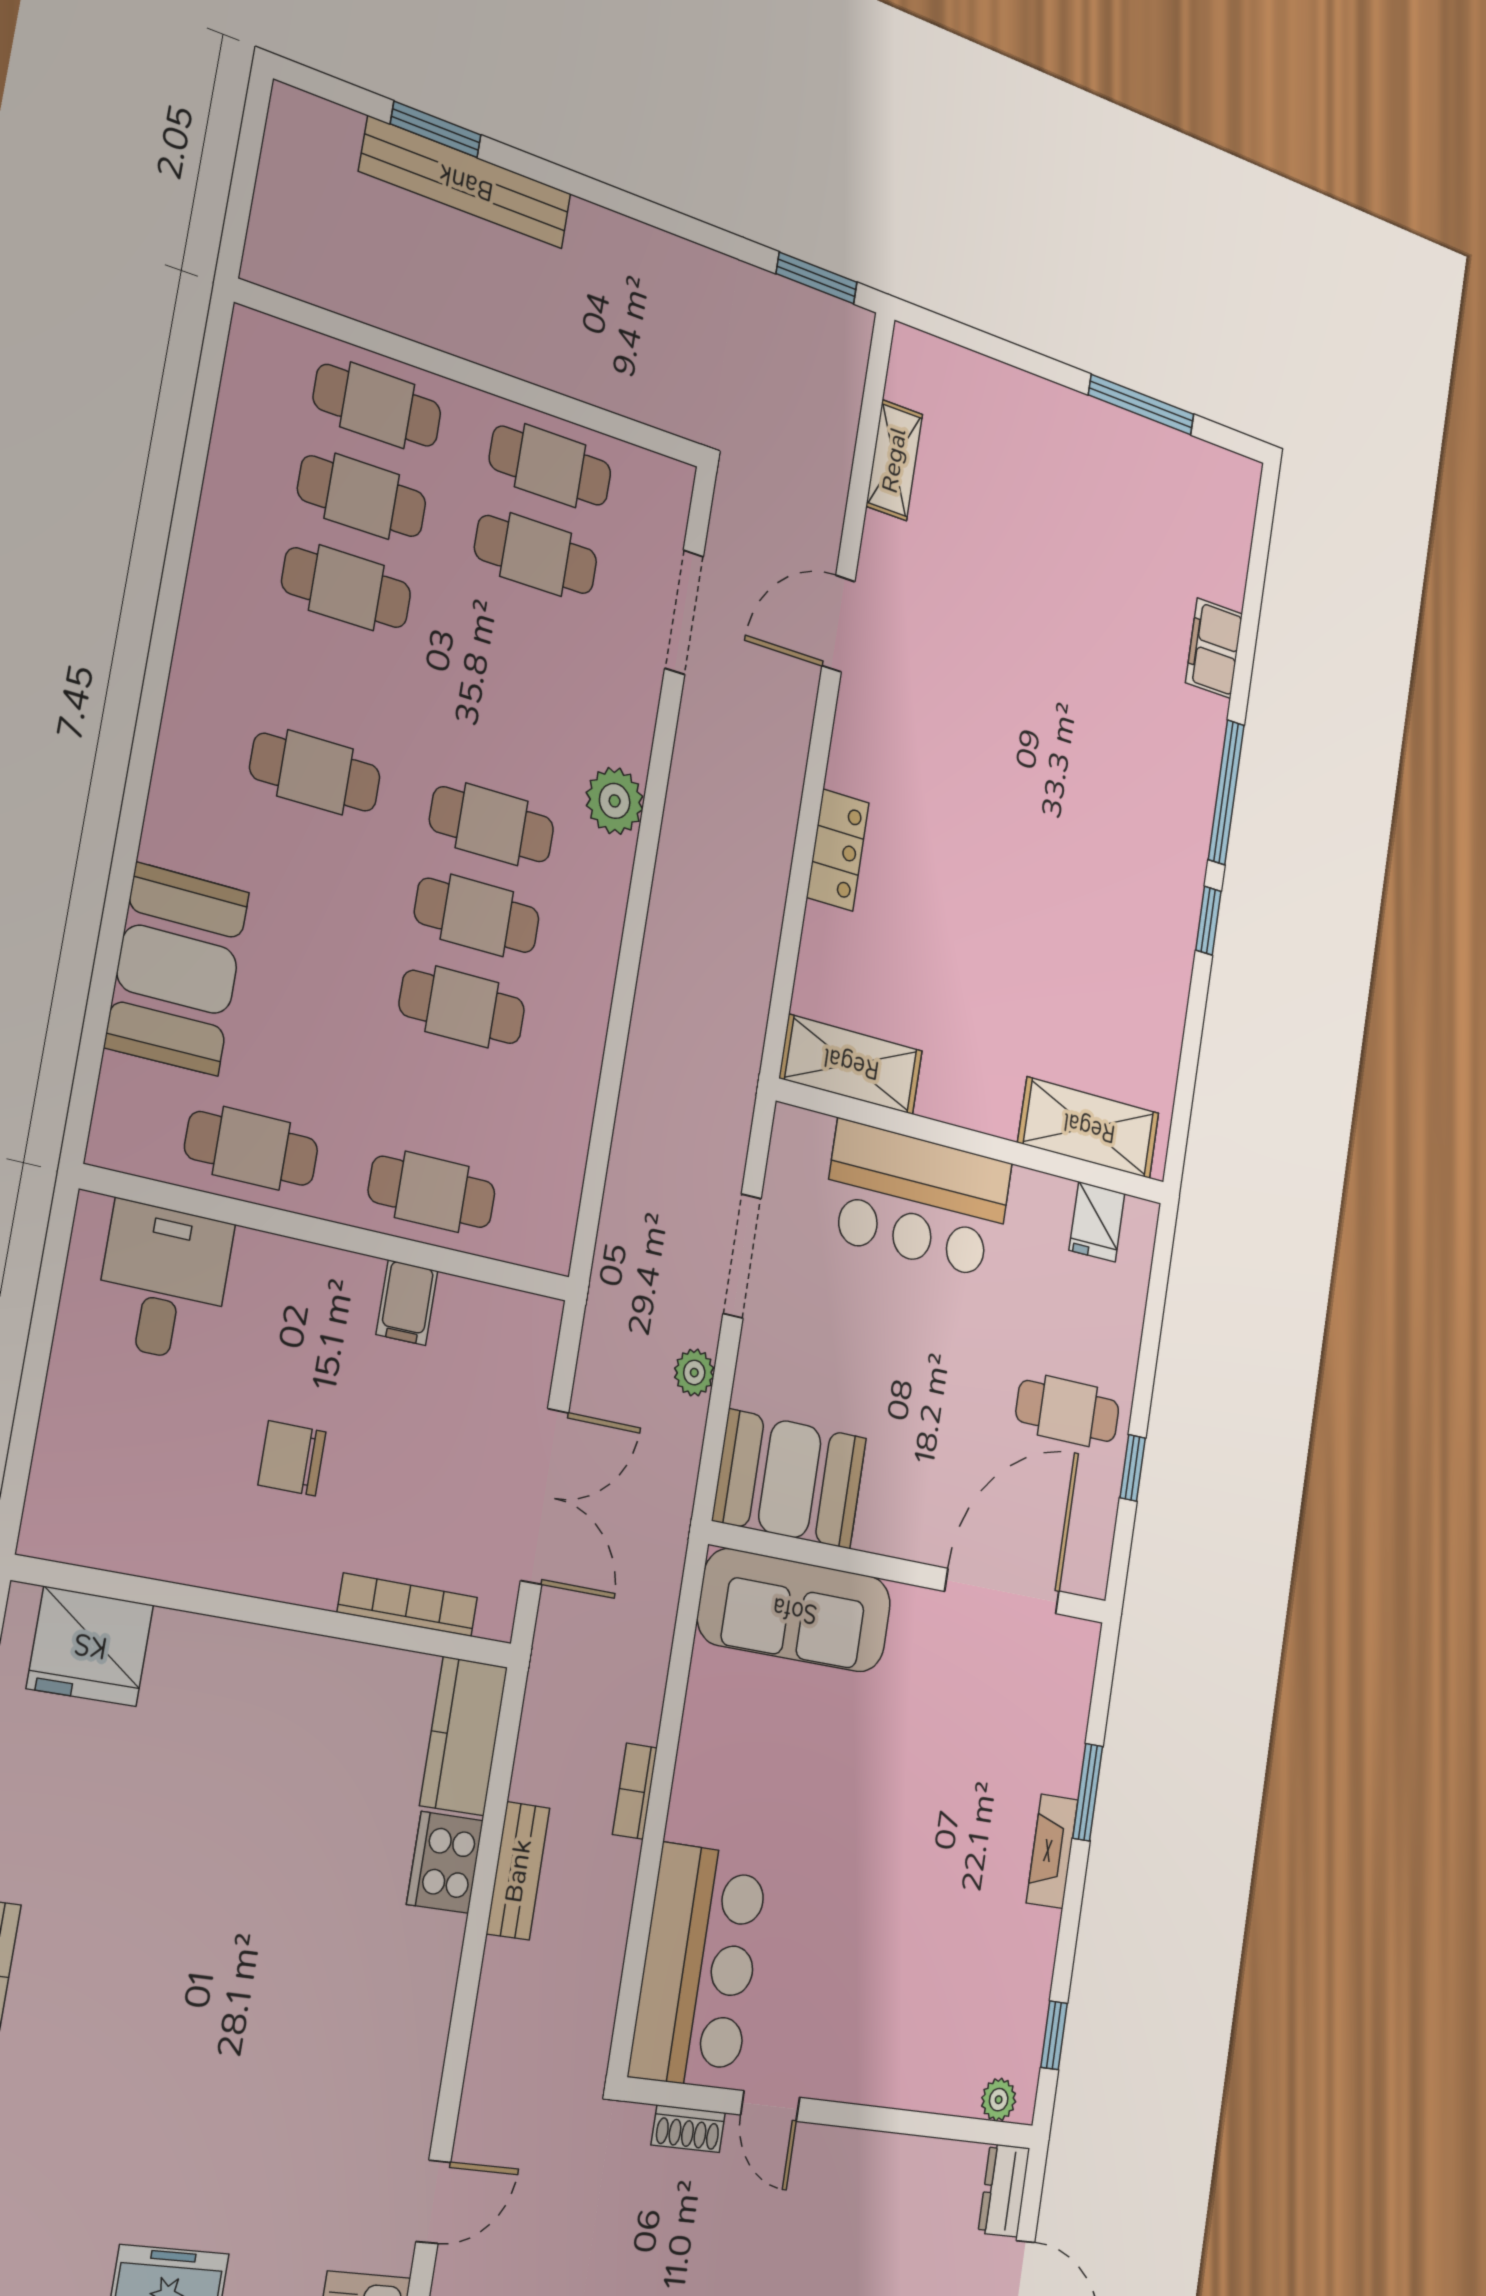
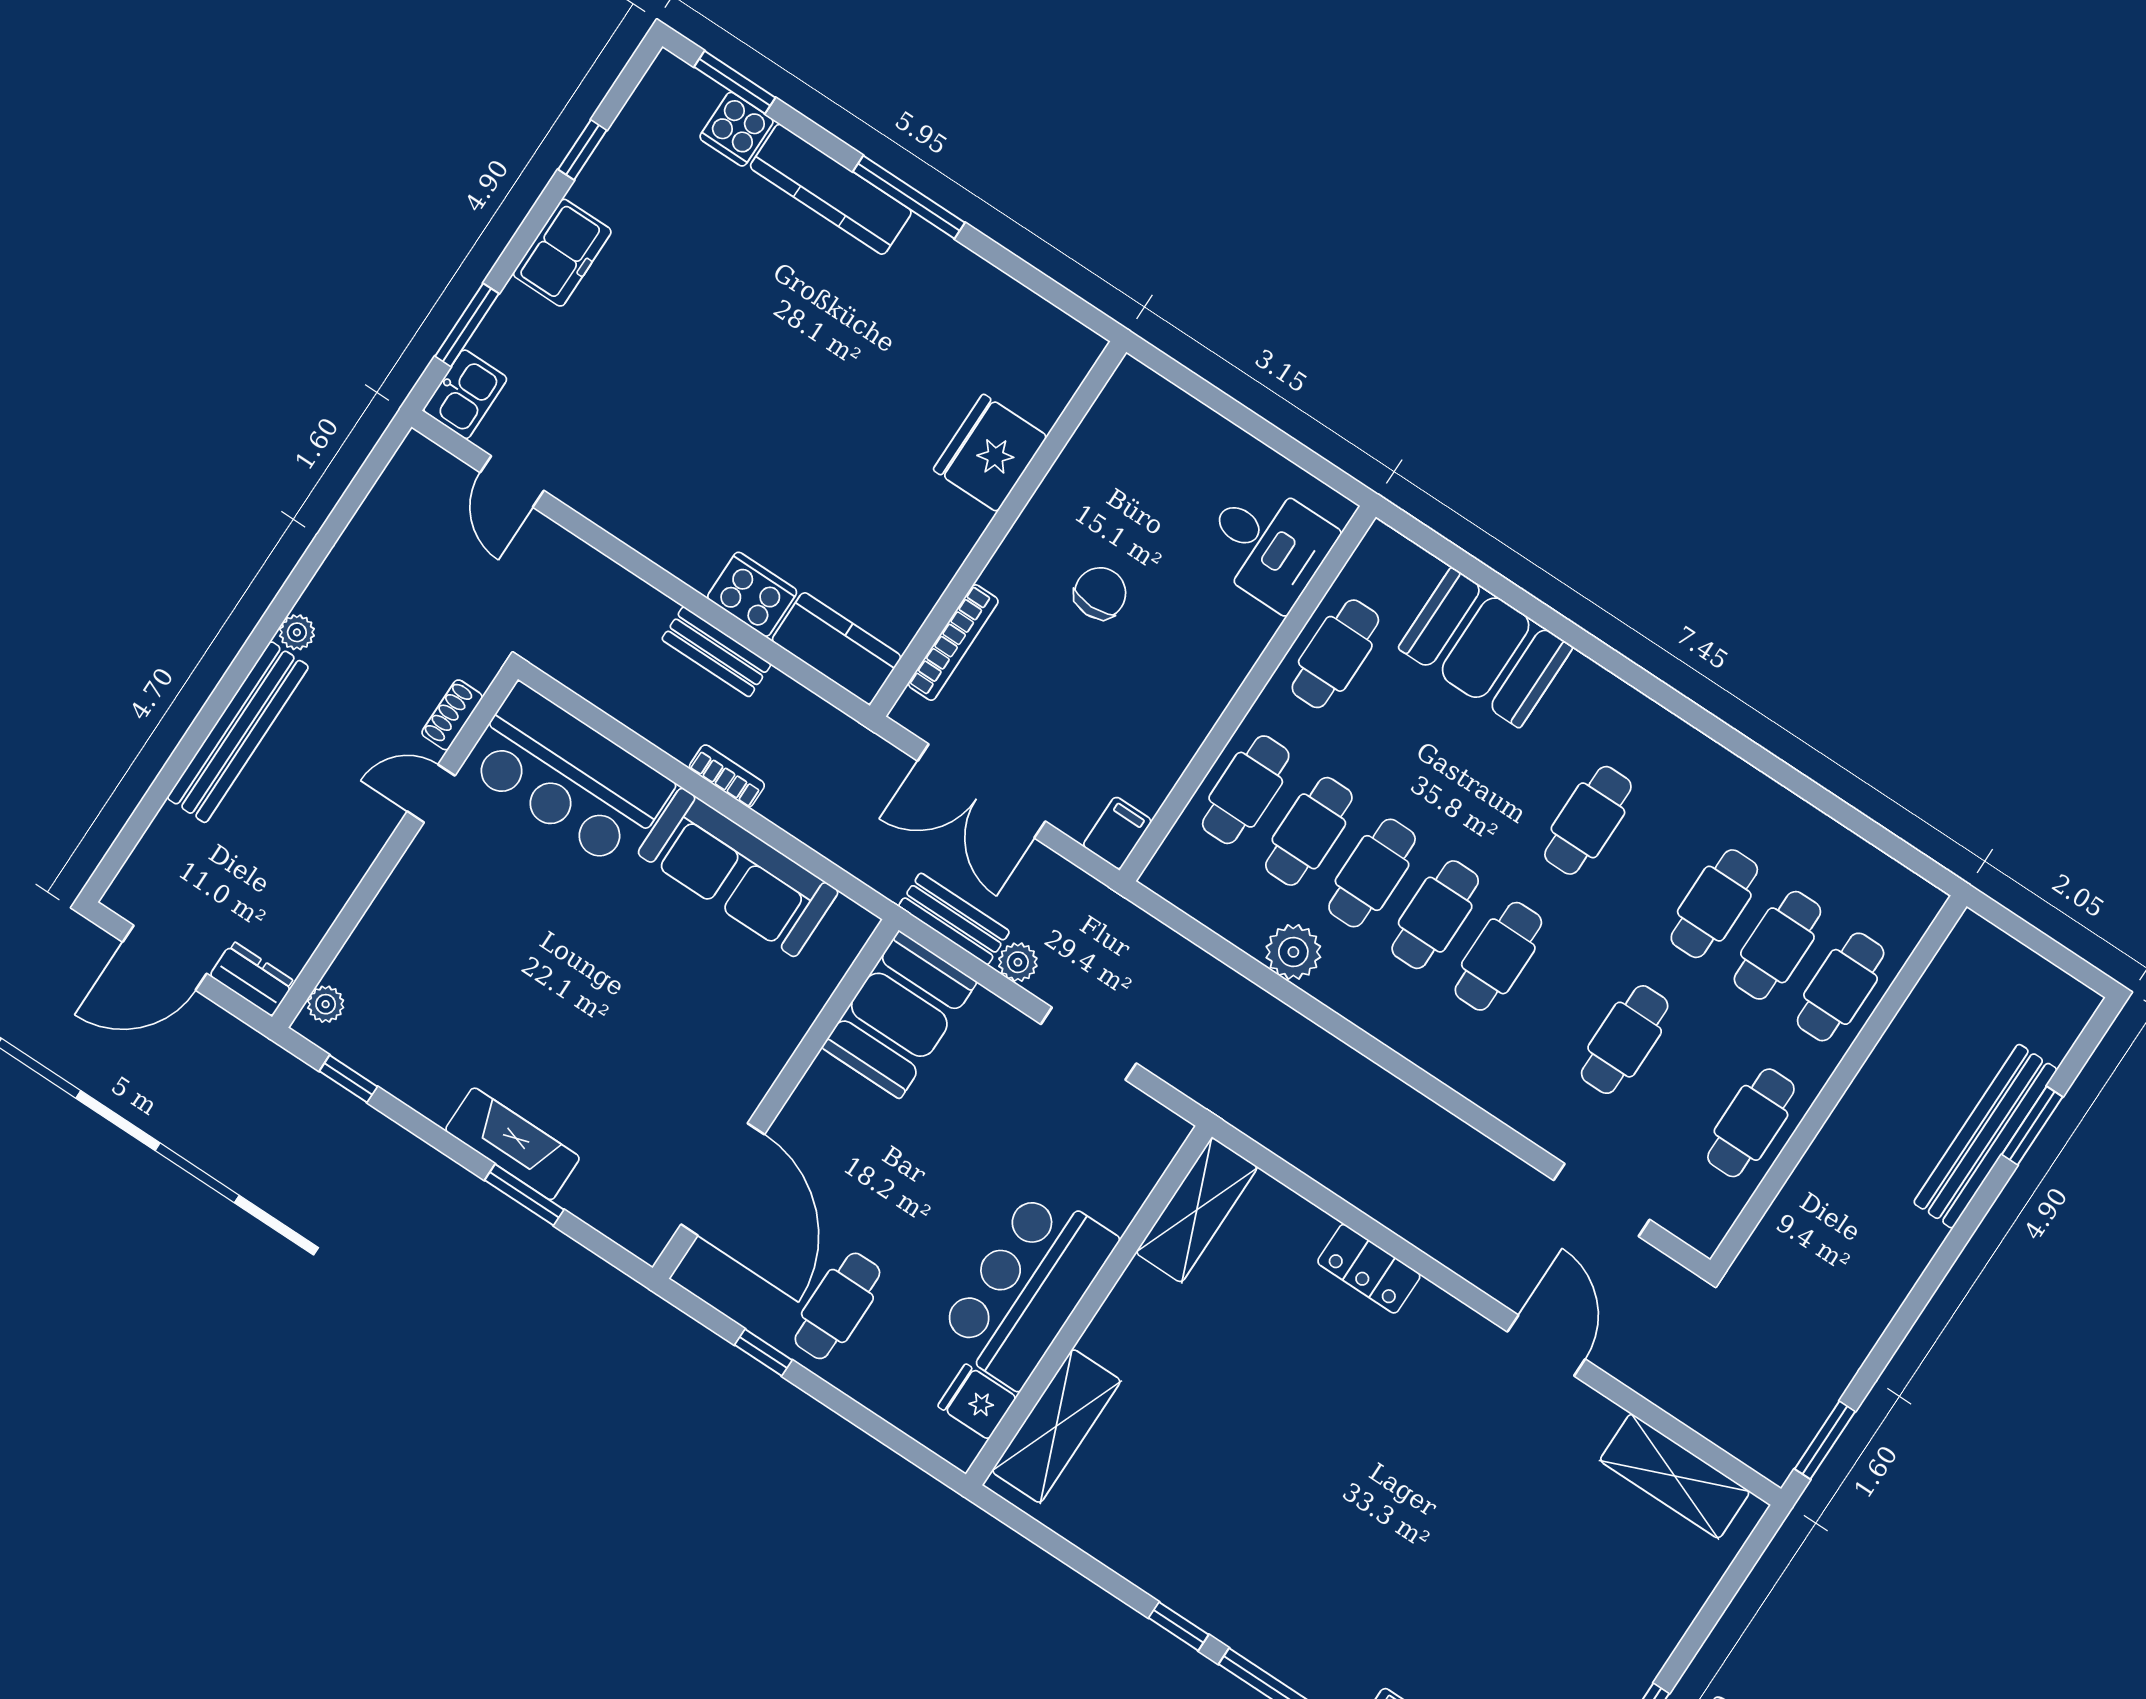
shelving: (894, 460) -> (1675, 1476), width x1.50, depth x1.33
cafe table: (536, 555) -> (1625, 1040), moved
plant: (615, 801) -> (1293, 952), moved
cafe table: (447, 1099) -> (1309, 831), added
bar counter: (917, 1200) -> (1027, 1288), moved
filing cabinet: (407, 1303) -> (1117, 833), moved, turned 90
bench: (679, 1465) -> (954, 919), added
sofa: (795, 1611) -> (738, 872), moved, turned -90
fridge: (90, 1646) -> (990, 453), moved
fireplace: (1052, 1851) -> (512, 1144), width x1.37, depth x1.32

